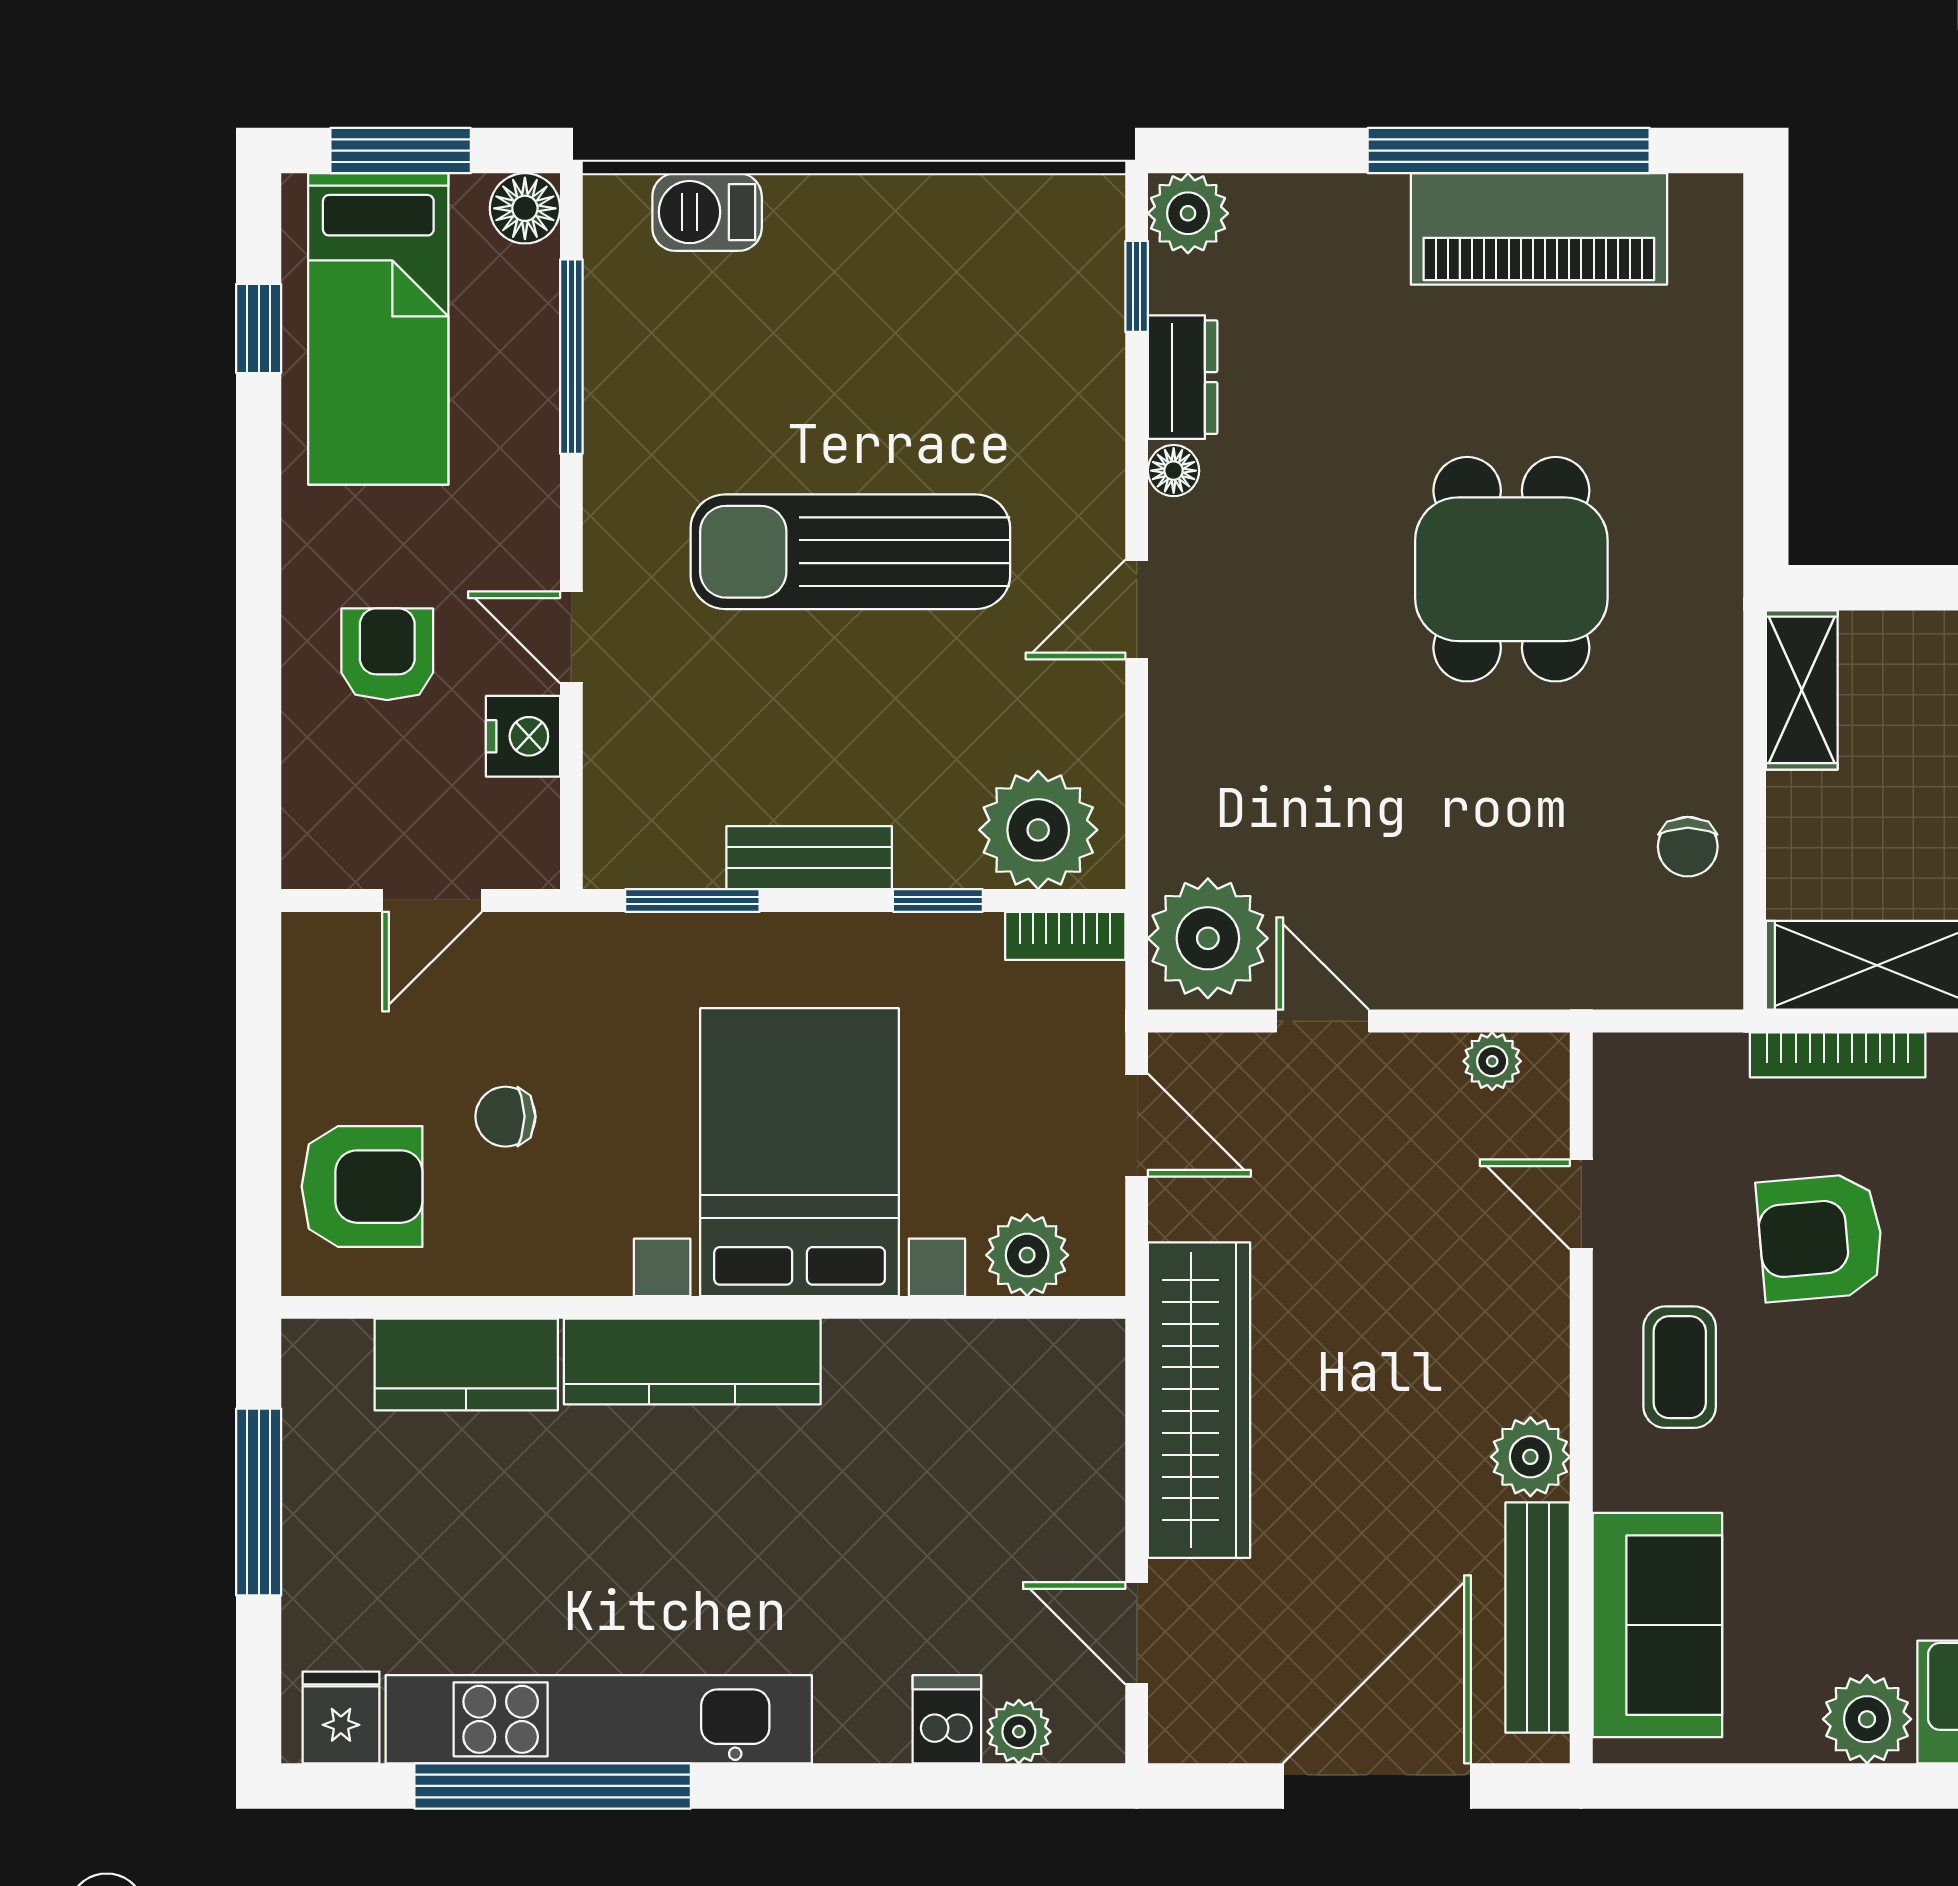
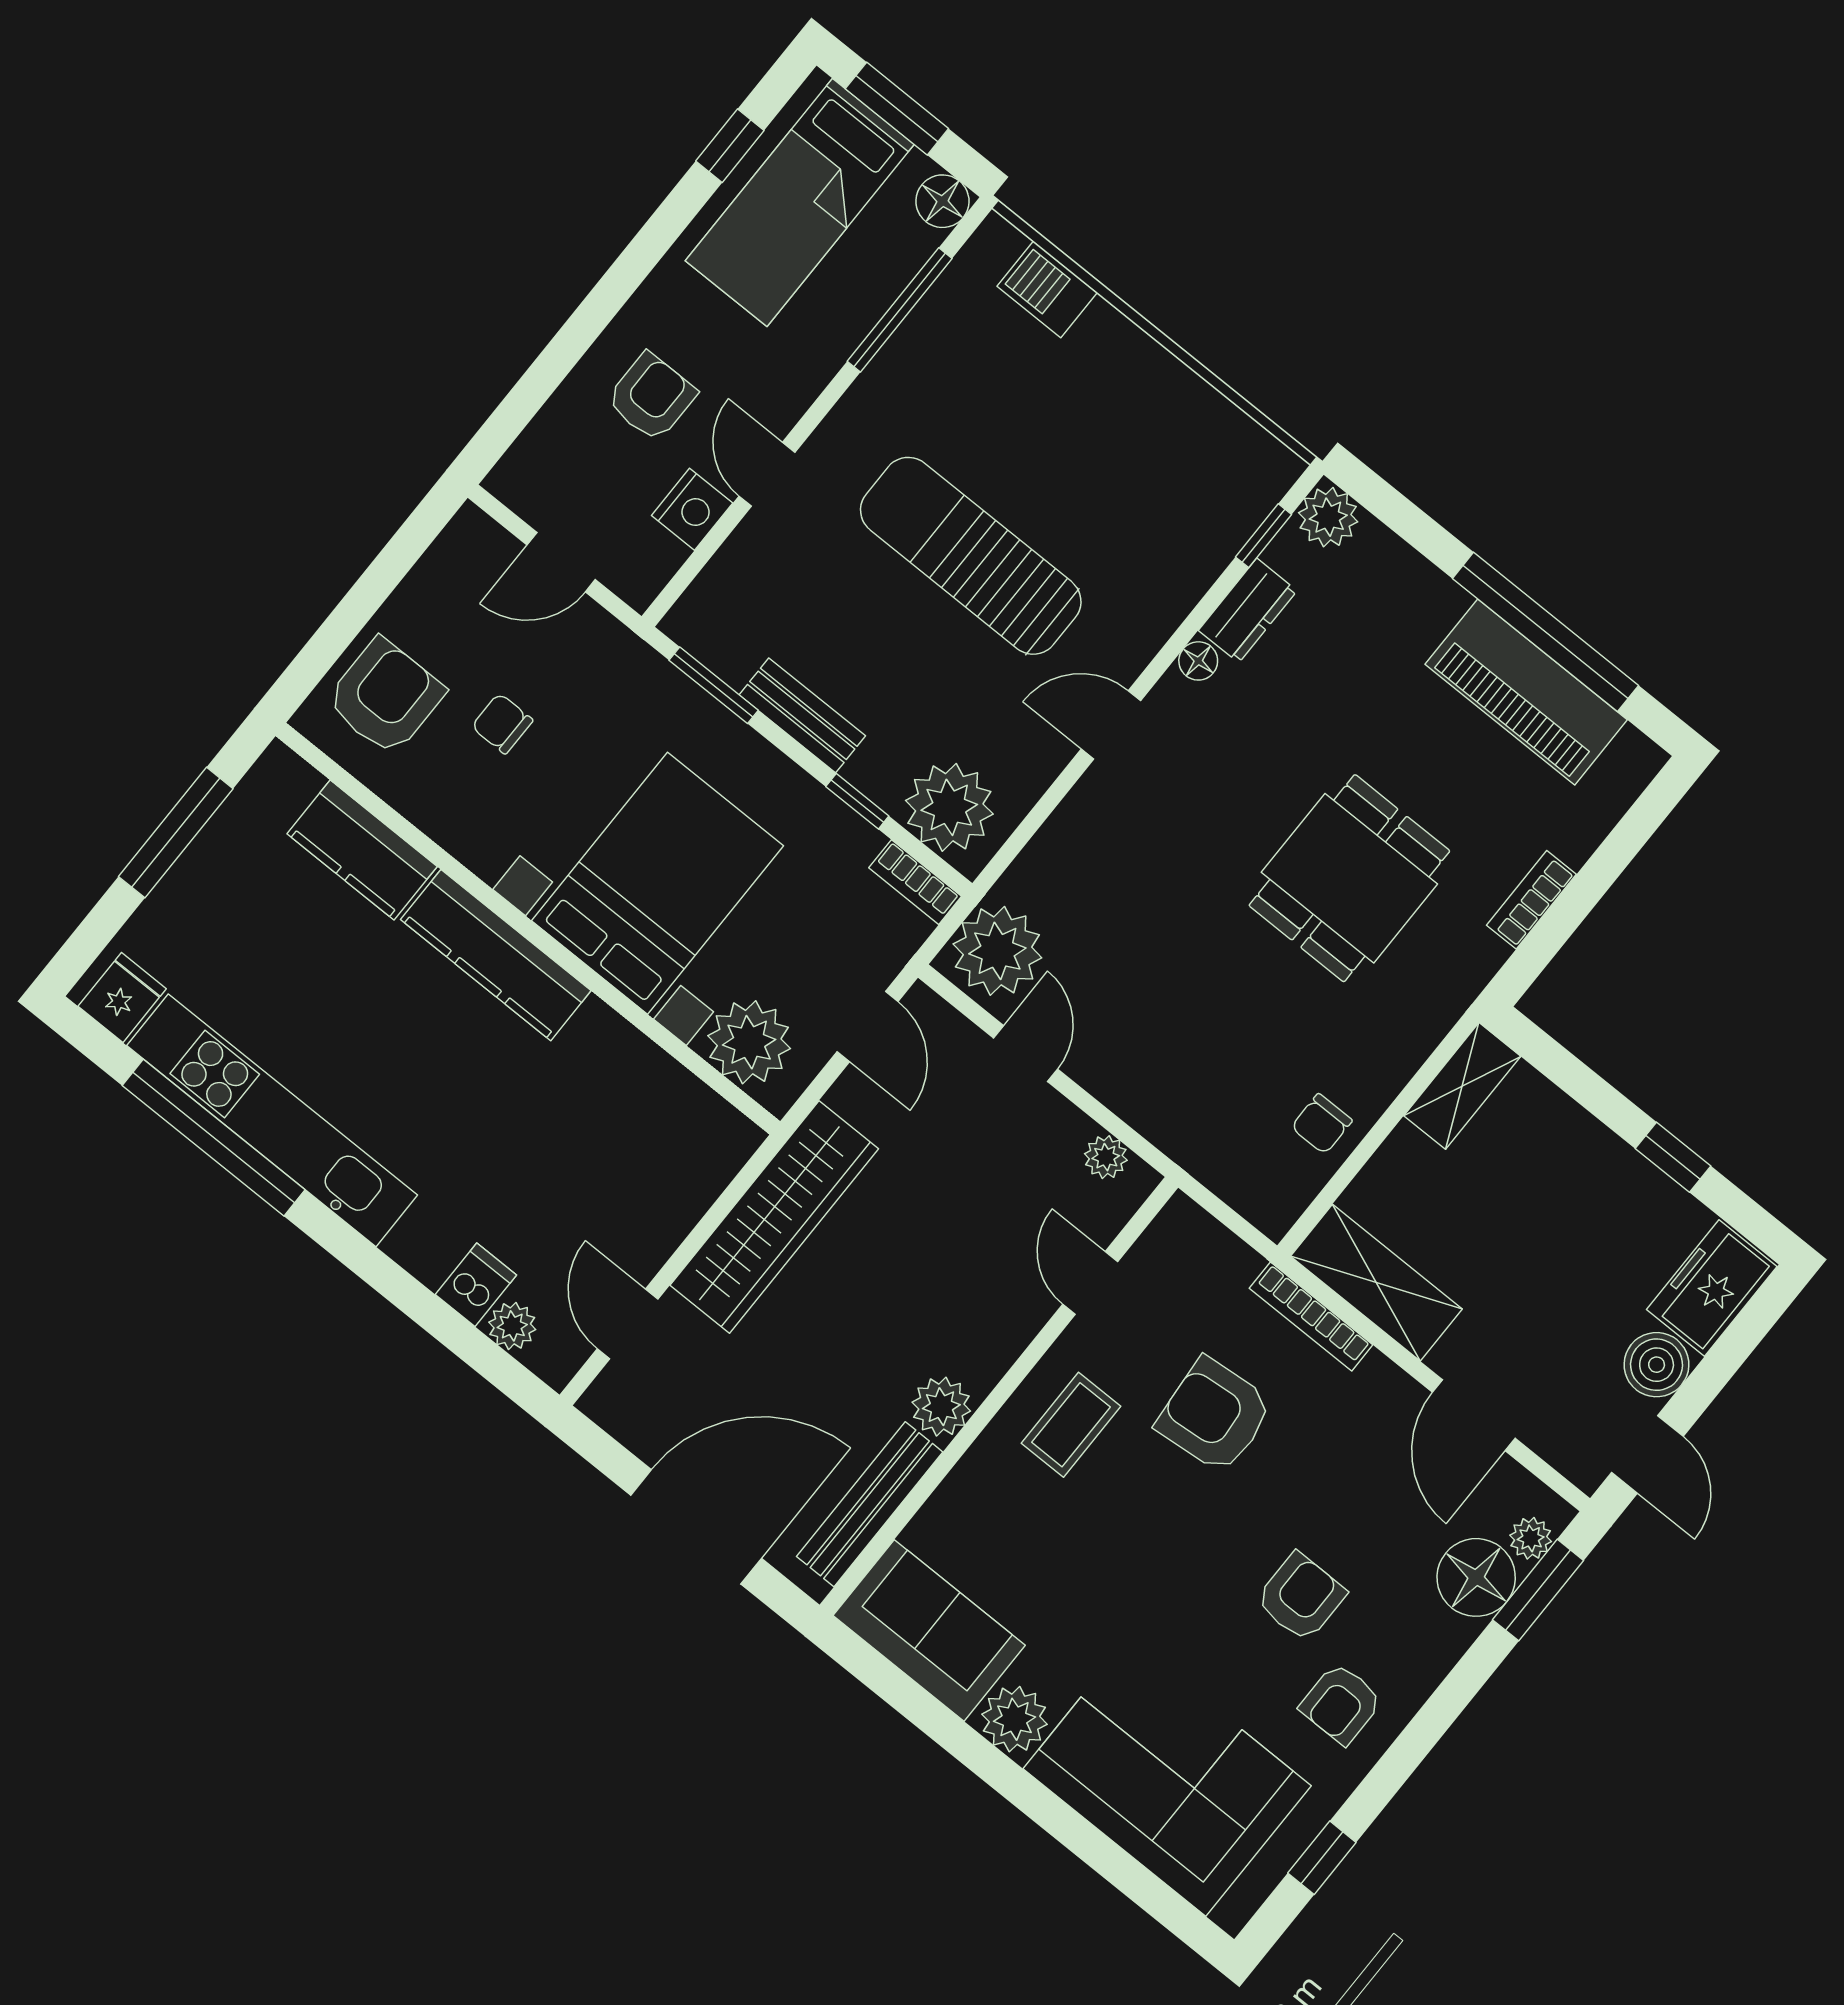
bookcase: (1718, 439) -> (1531, 900), added
armchair: (362, 1187) -> (385, 697), turned -90
plant: (1027, 1255) -> (749, 1042), width x1.36, depth x1.36
sofa: (1657, 1625) -> (929, 1630), moved, turned -90

